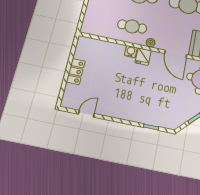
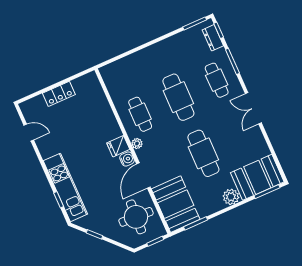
water cooler: (131, 52) -> (127, 159), moved
kitchen unit: (146, 115) -> (65, 187), added

